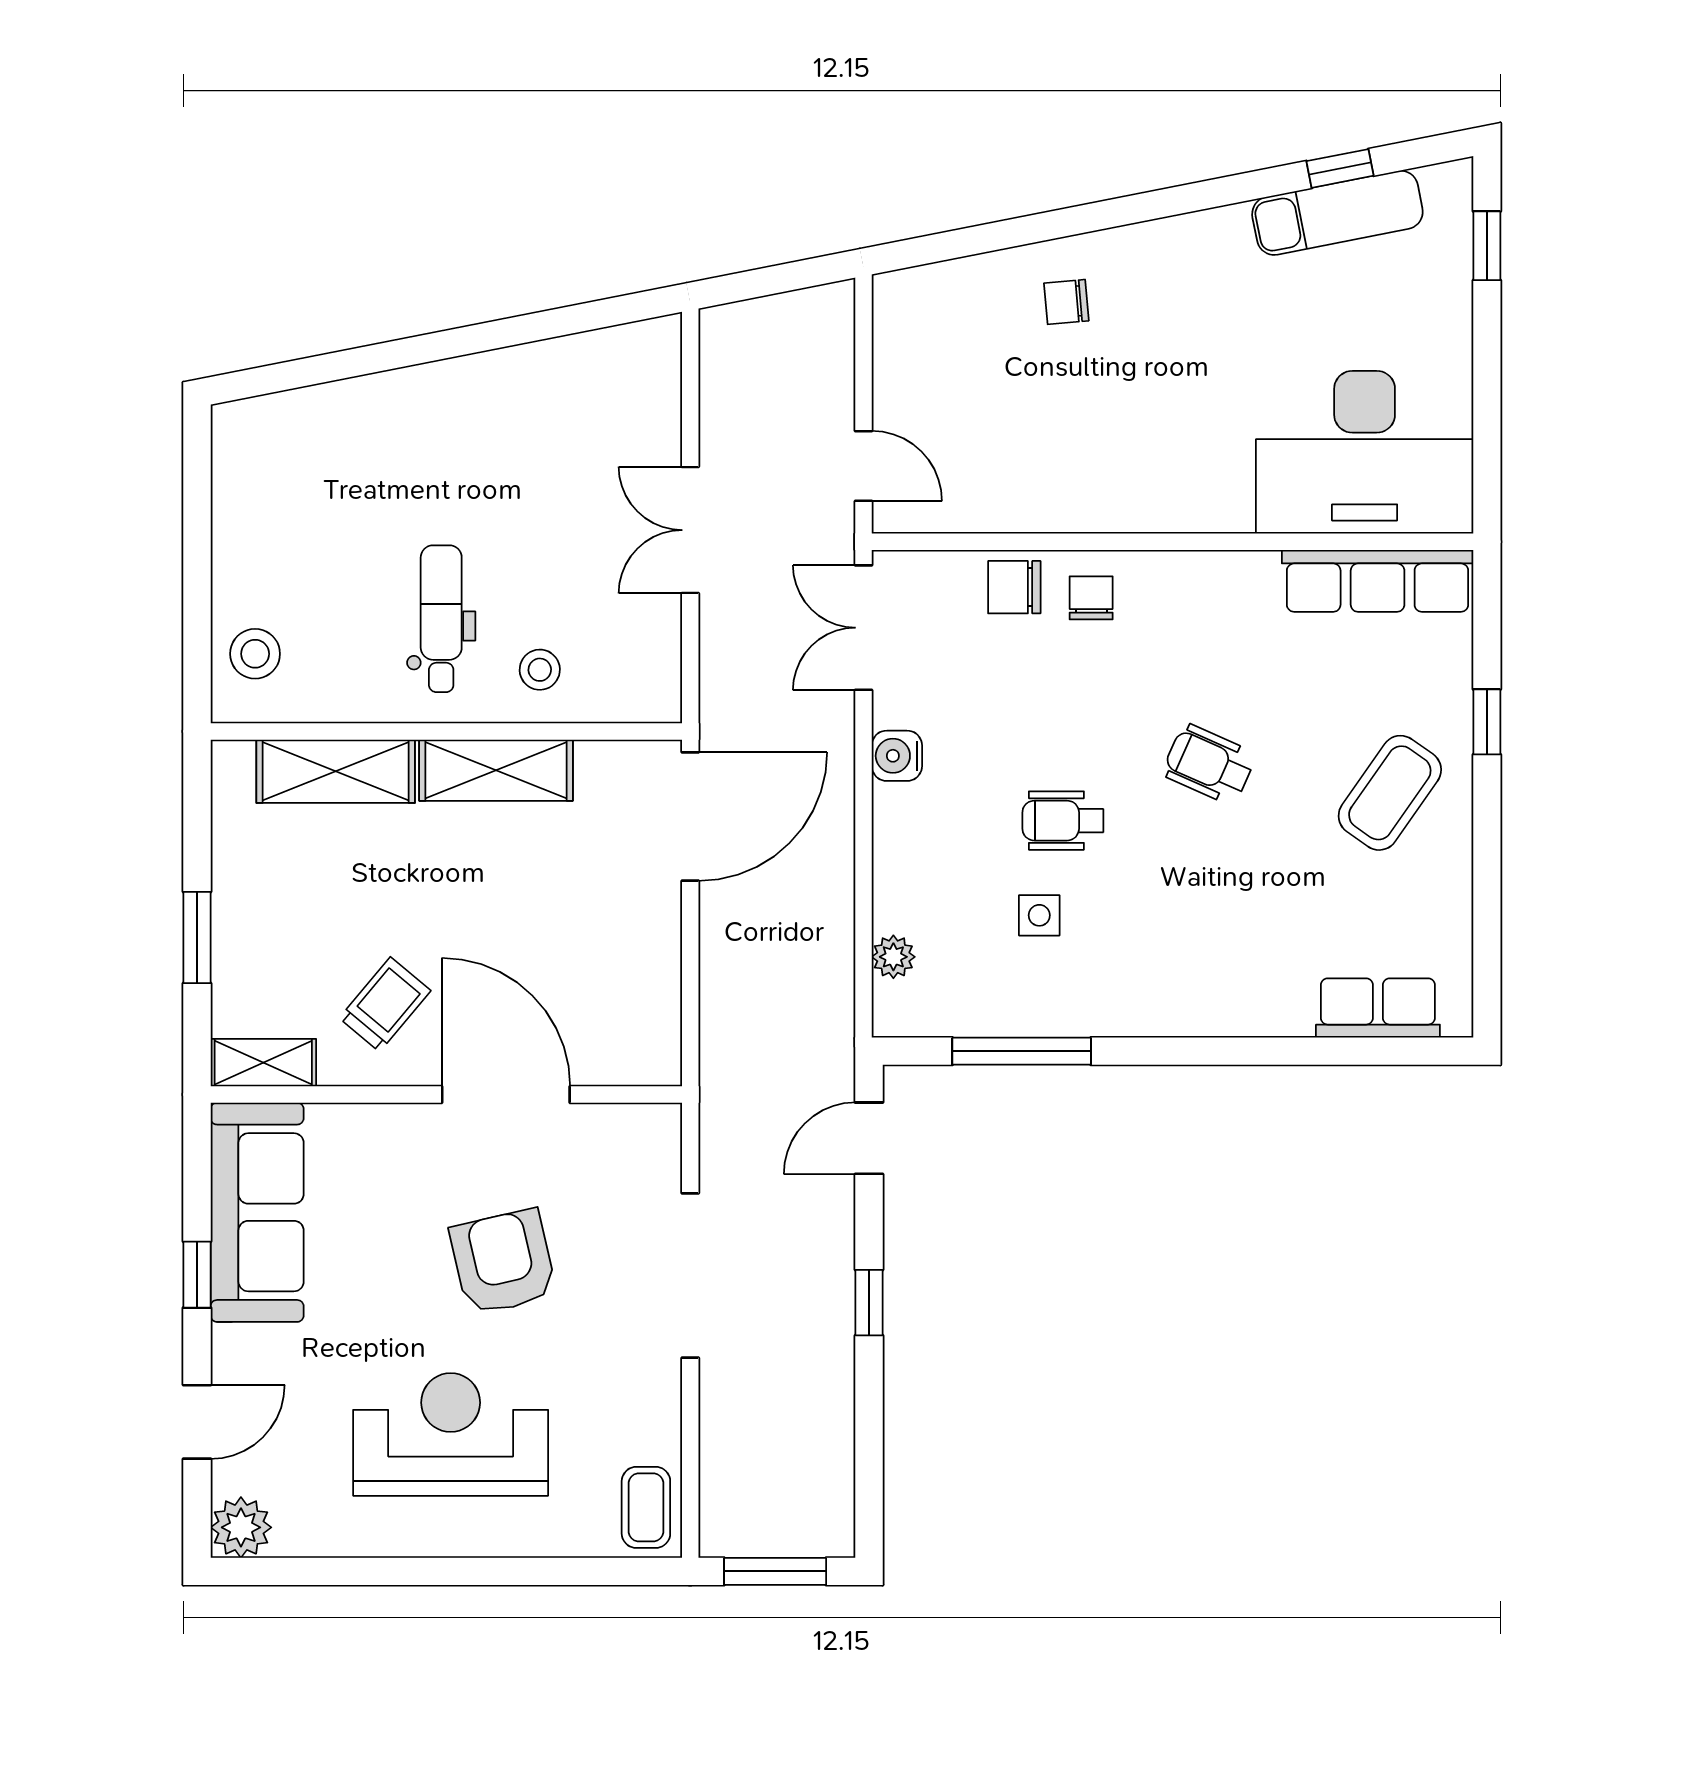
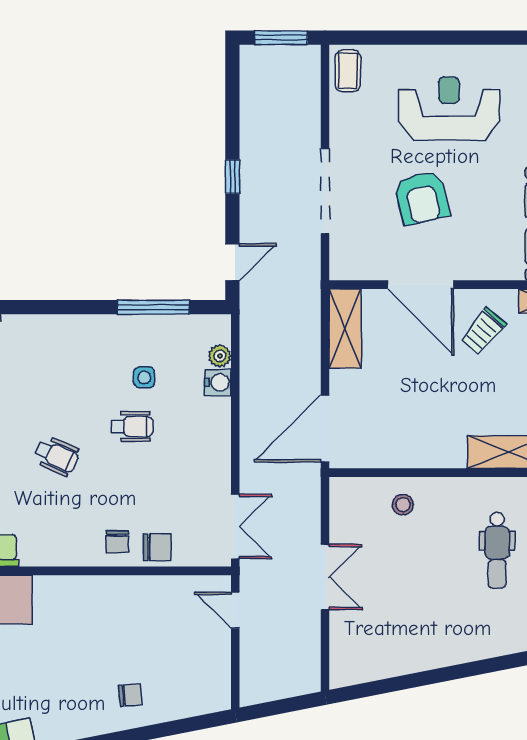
dental chair: (441, 619) -> (497, 550), moved
water cooler: (897, 756) -> (218, 382), moved
shelving: (496, 770) -> (345, 329), moved, turned 90
reception desk: (451, 1434) -> (449, 109), turned 180

